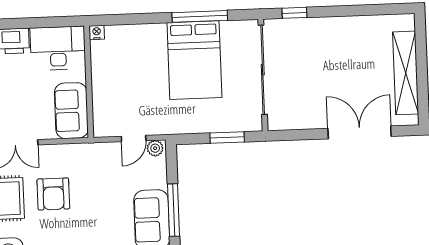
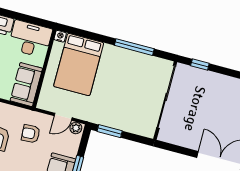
bed: (194, 60) -> (79, 65), moved
window: (227, 137) -> (110, 131), moved
armchair: (97, 174) -> (31, 134), added

